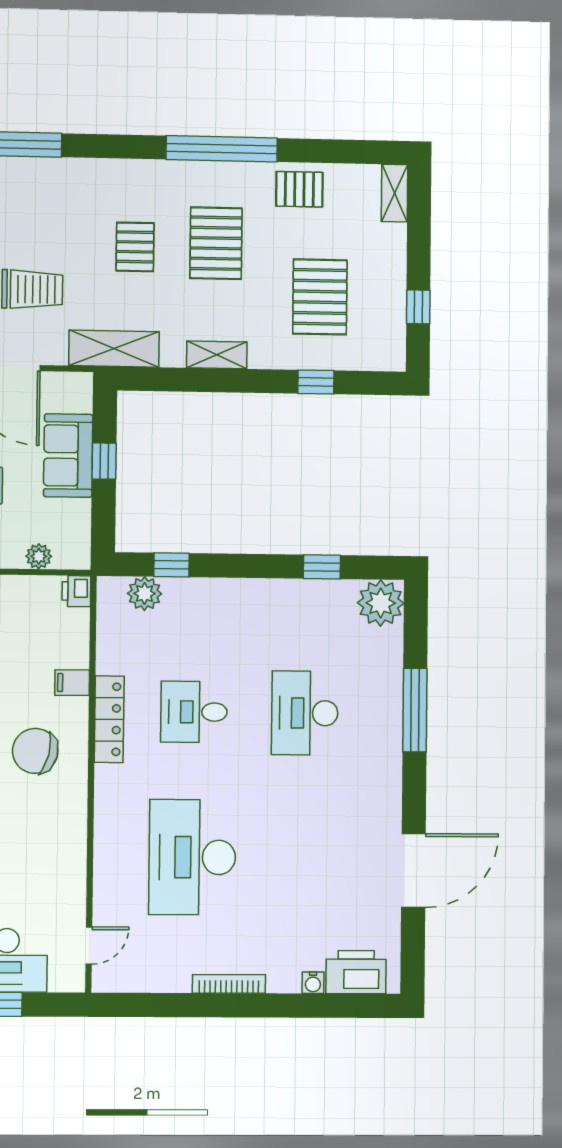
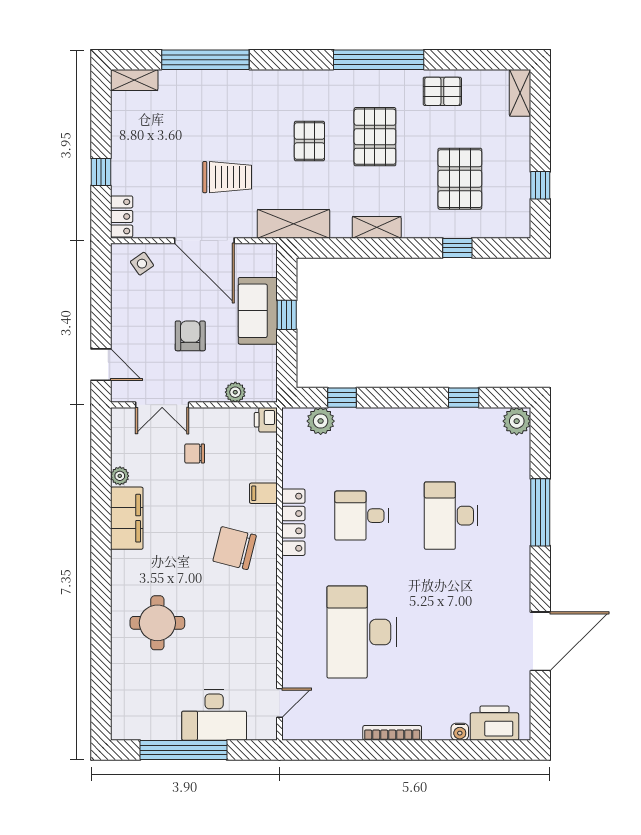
plant: (381, 603) -> (517, 421), width x0.73, depth x0.73

